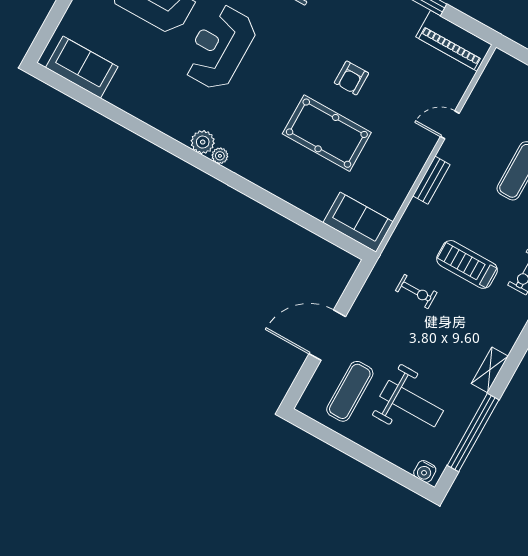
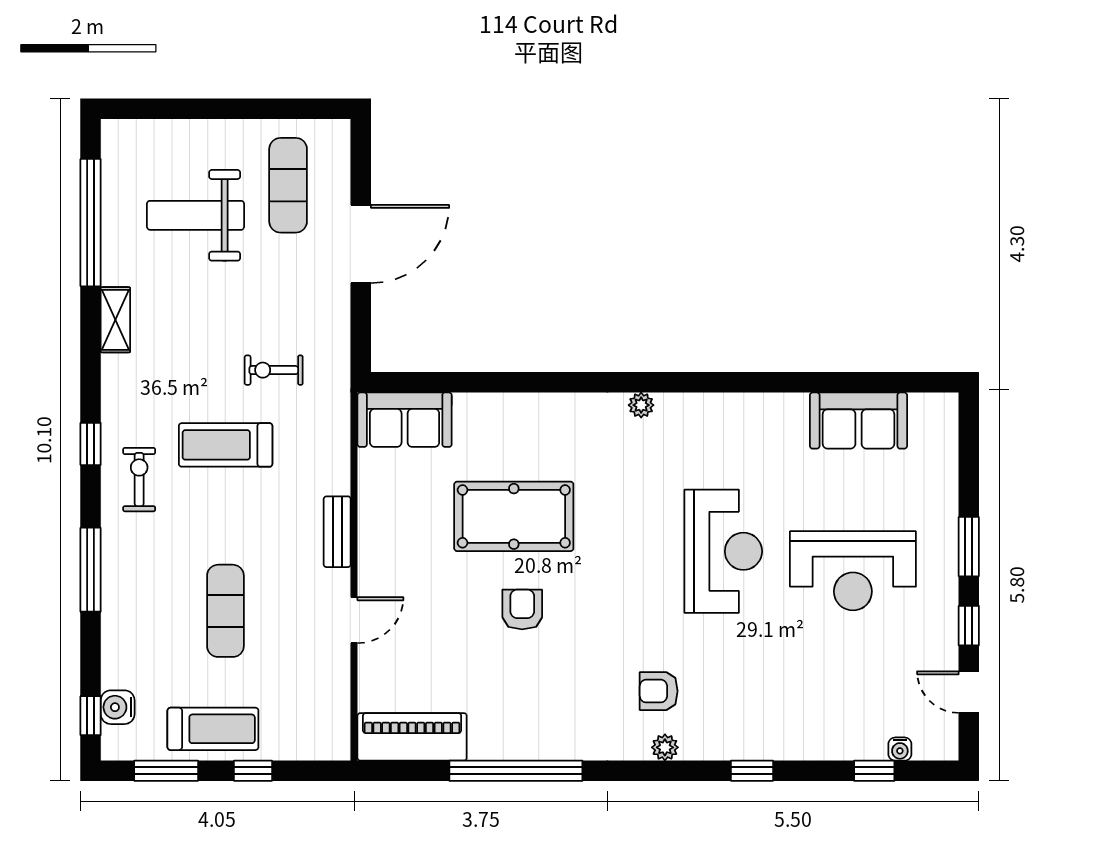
sofa: (82, 67) -> (858, 421), moved
plant: (203, 142) -> (675, 411), removed
treadmill: (467, 264) -> (226, 445), turned 180
water cooler: (425, 471) -> (126, 134), removed

